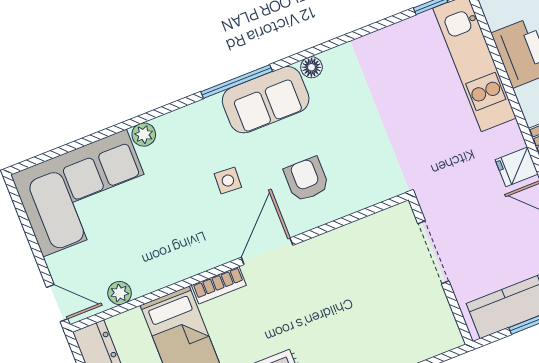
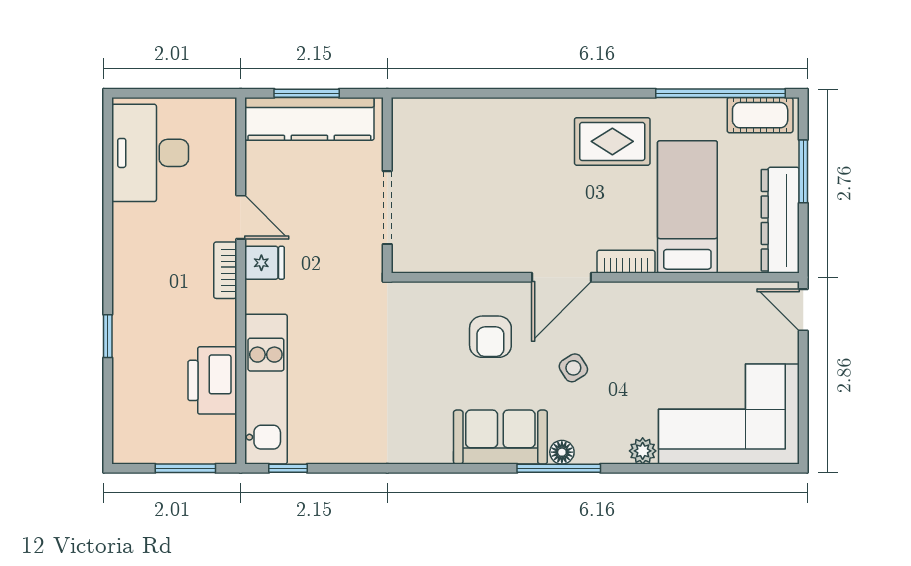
floor lamp: (311, 67) -> (562, 452), moved
window: (237, 81) -> (559, 468), moved
side table: (228, 181) -> (573, 368), turned -35
plant: (120, 293) -> (734, 295), removed

